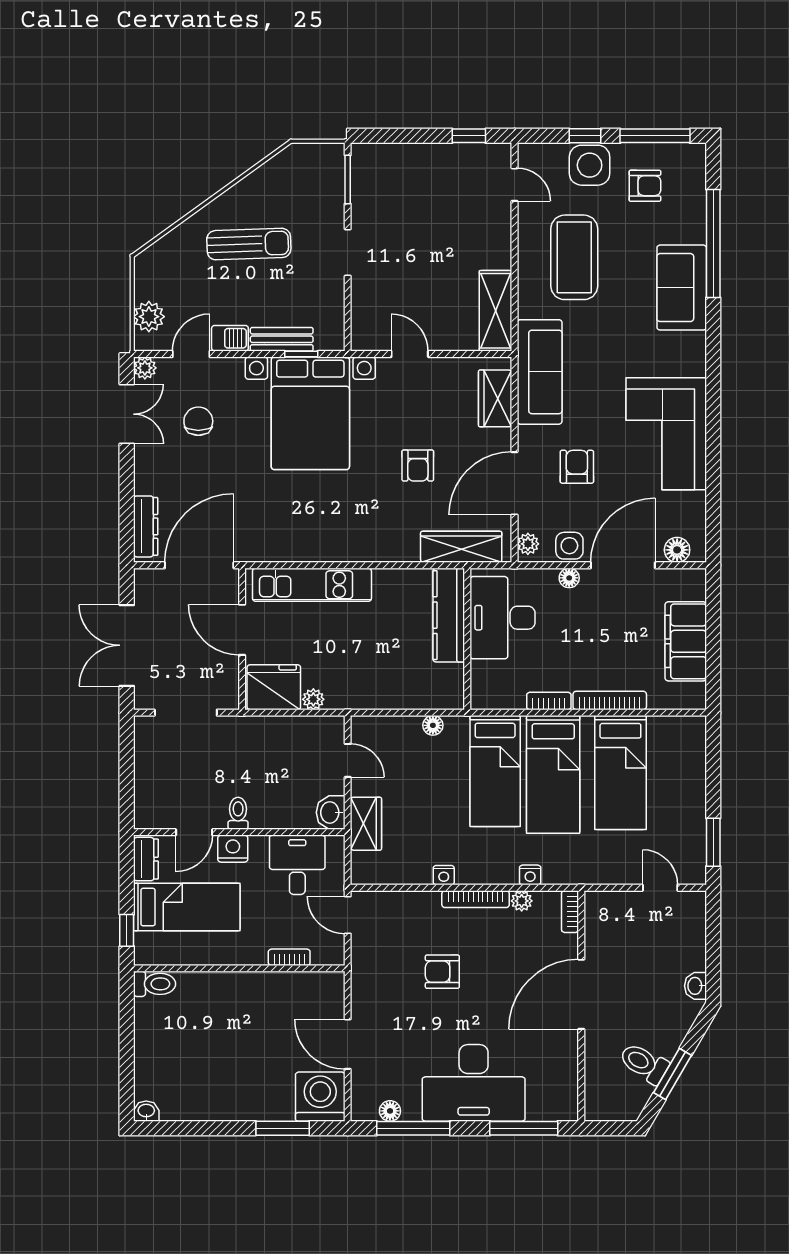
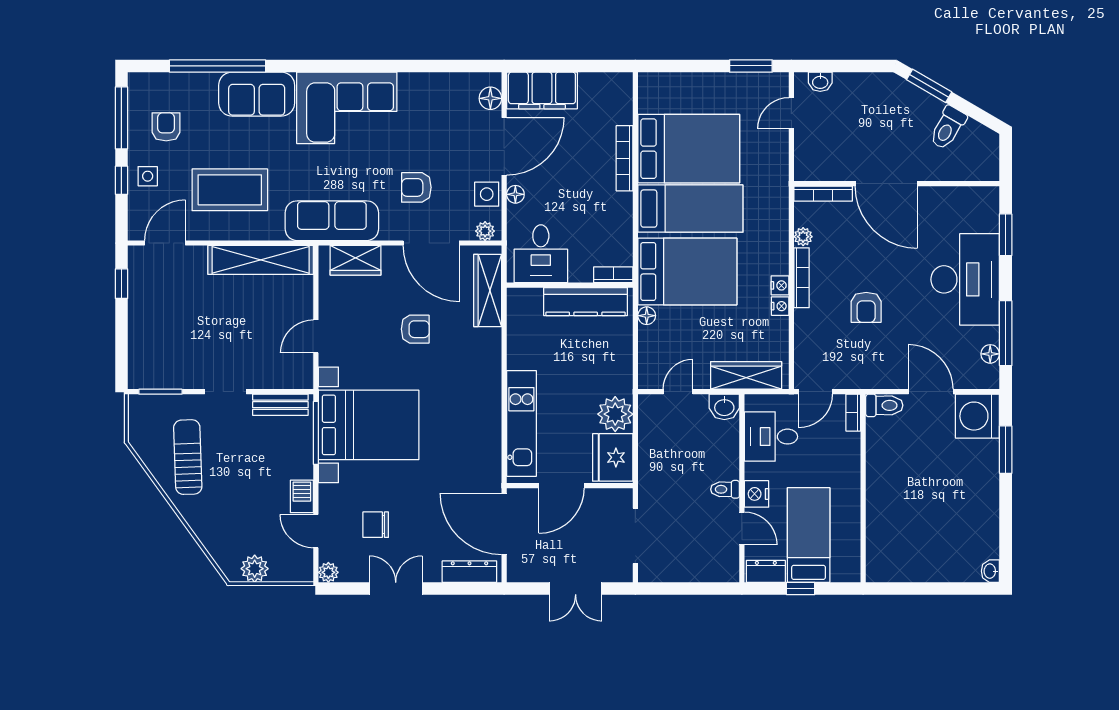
side table: (590, 165) -> (148, 176), width x0.54, depth x0.54
door: (515, 185) -> (165, 243), width x1.38
sun lounger: (249, 244) -> (188, 457), moved
shelving: (496, 311) -> (261, 260), width x1.47
plant: (149, 317) -> (255, 569), moved
bench: (282, 339) -> (280, 405), moved, turned 90
window: (301, 354) -> (316, 433), width x2.17
double door: (127, 414) -> (396, 588), moved
corner sofa: (666, 434) -> (347, 108), moved
door: (623, 565) -> (504, 146), swing flipped
kitchen counter: (449, 615) -> (586, 302), moved
desk: (502, 618) -> (541, 254), width x0.73
filing cabinet: (686, 641) -> (542, 90), moved
double door: (127, 645) -> (576, 588), width x0.73
plant: (313, 699) -> (615, 414), width x1.88, depth x1.88
bookcase: (549, 701) -> (613, 275), moved, turned 90
bed: (495, 771) -> (687, 271), width x1.50
bed: (620, 772) -> (689, 149), width x1.50
wardrobe: (366, 824) -> (746, 375), width x1.50
nightstand: (530, 875) -> (780, 285), moved
bookcase: (570, 912) -> (823, 194), width x1.56
window: (127, 930) -> (801, 588), moved
bookcase: (289, 957) -> (853, 413), moved
toilet: (155, 984) -> (884, 405), moved, turned 90
washbasin: (695, 986) -> (820, 82), moved
door: (348, 1044) -> (931, 392), swing flipped
window: (673, 1074) -> (929, 86), moved
window: (524, 1128) -> (1006, 235), width x0.69

